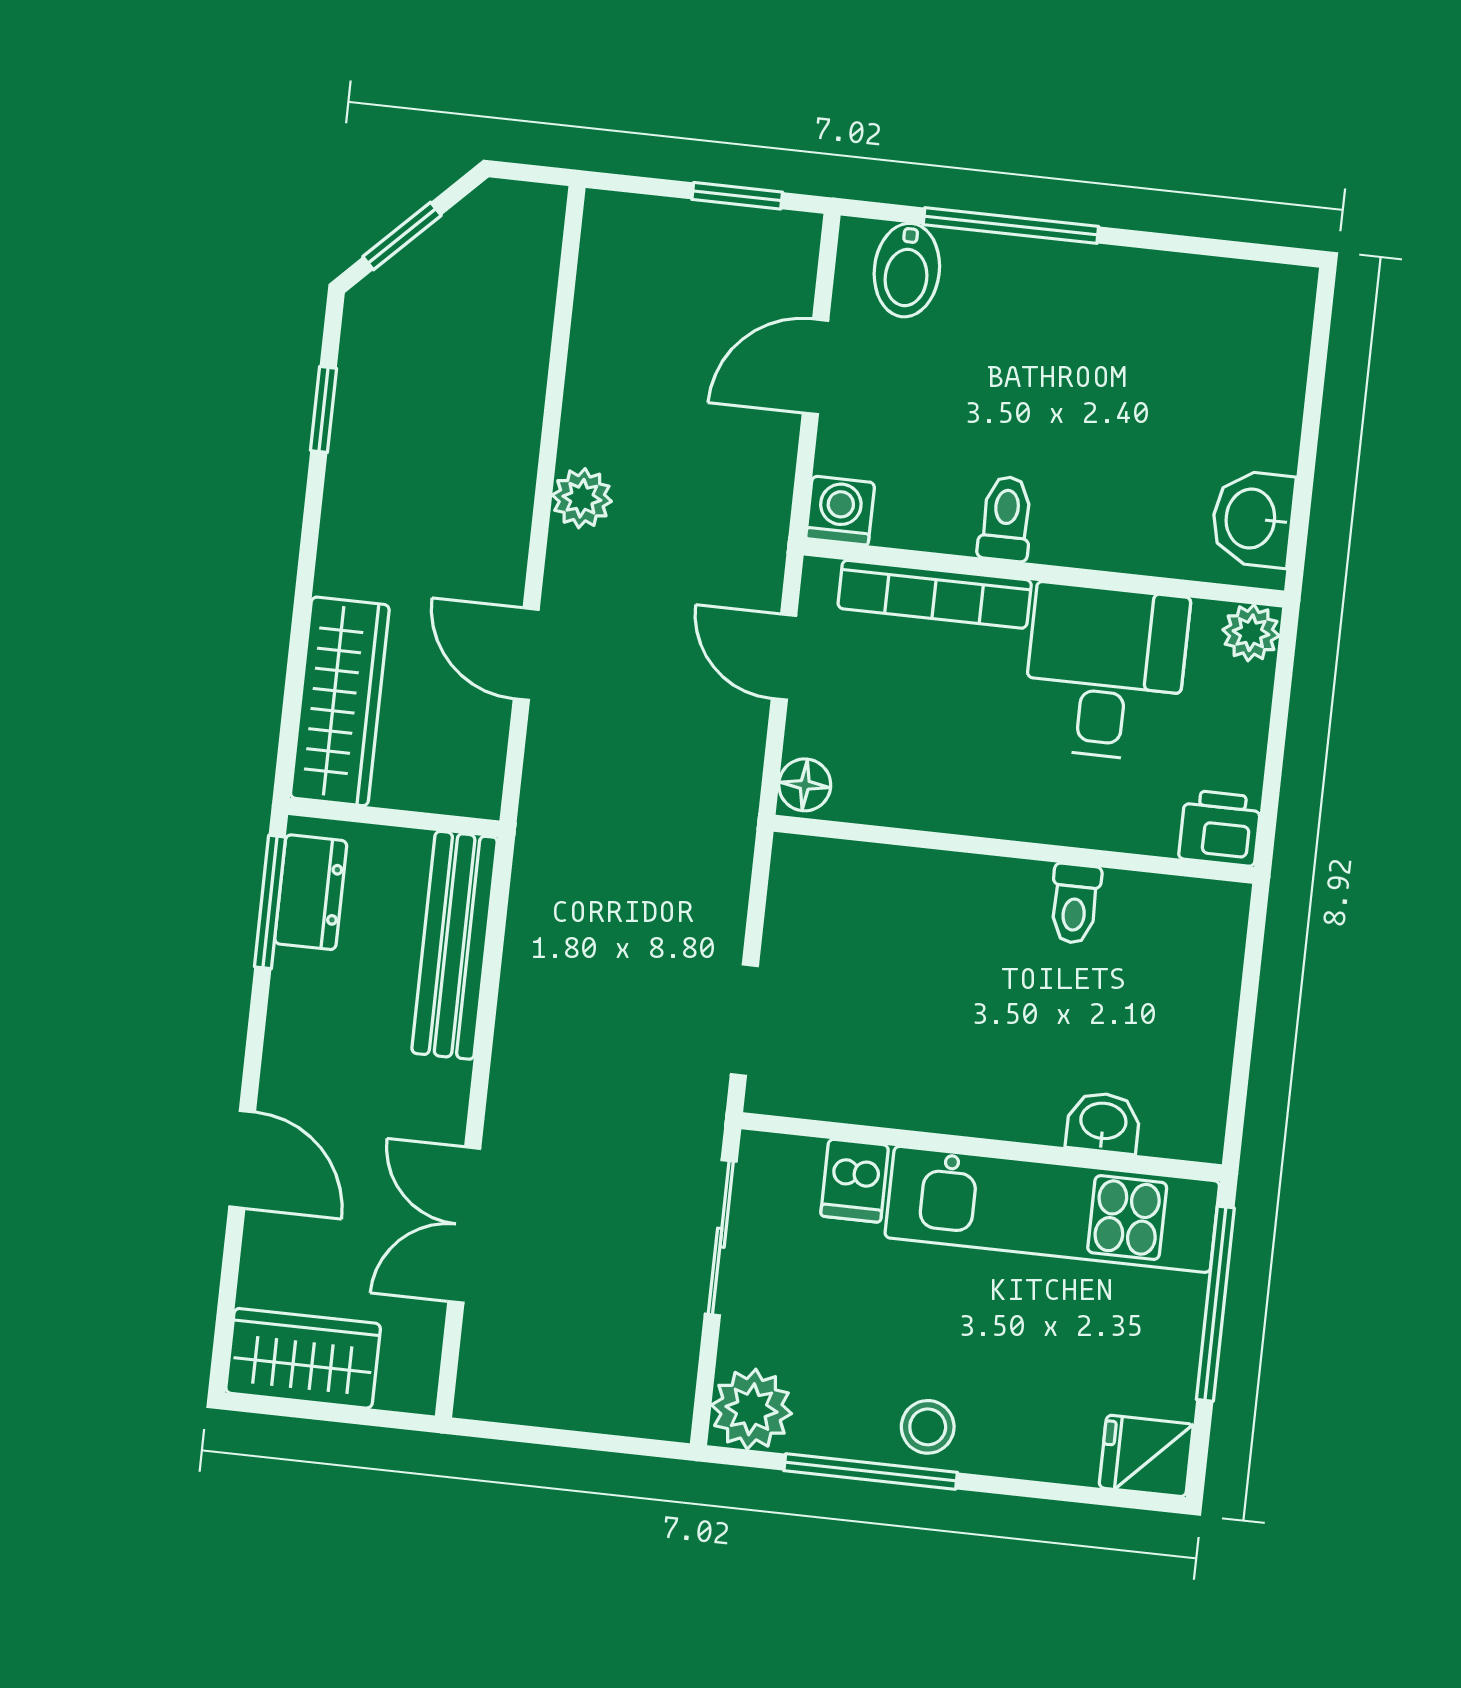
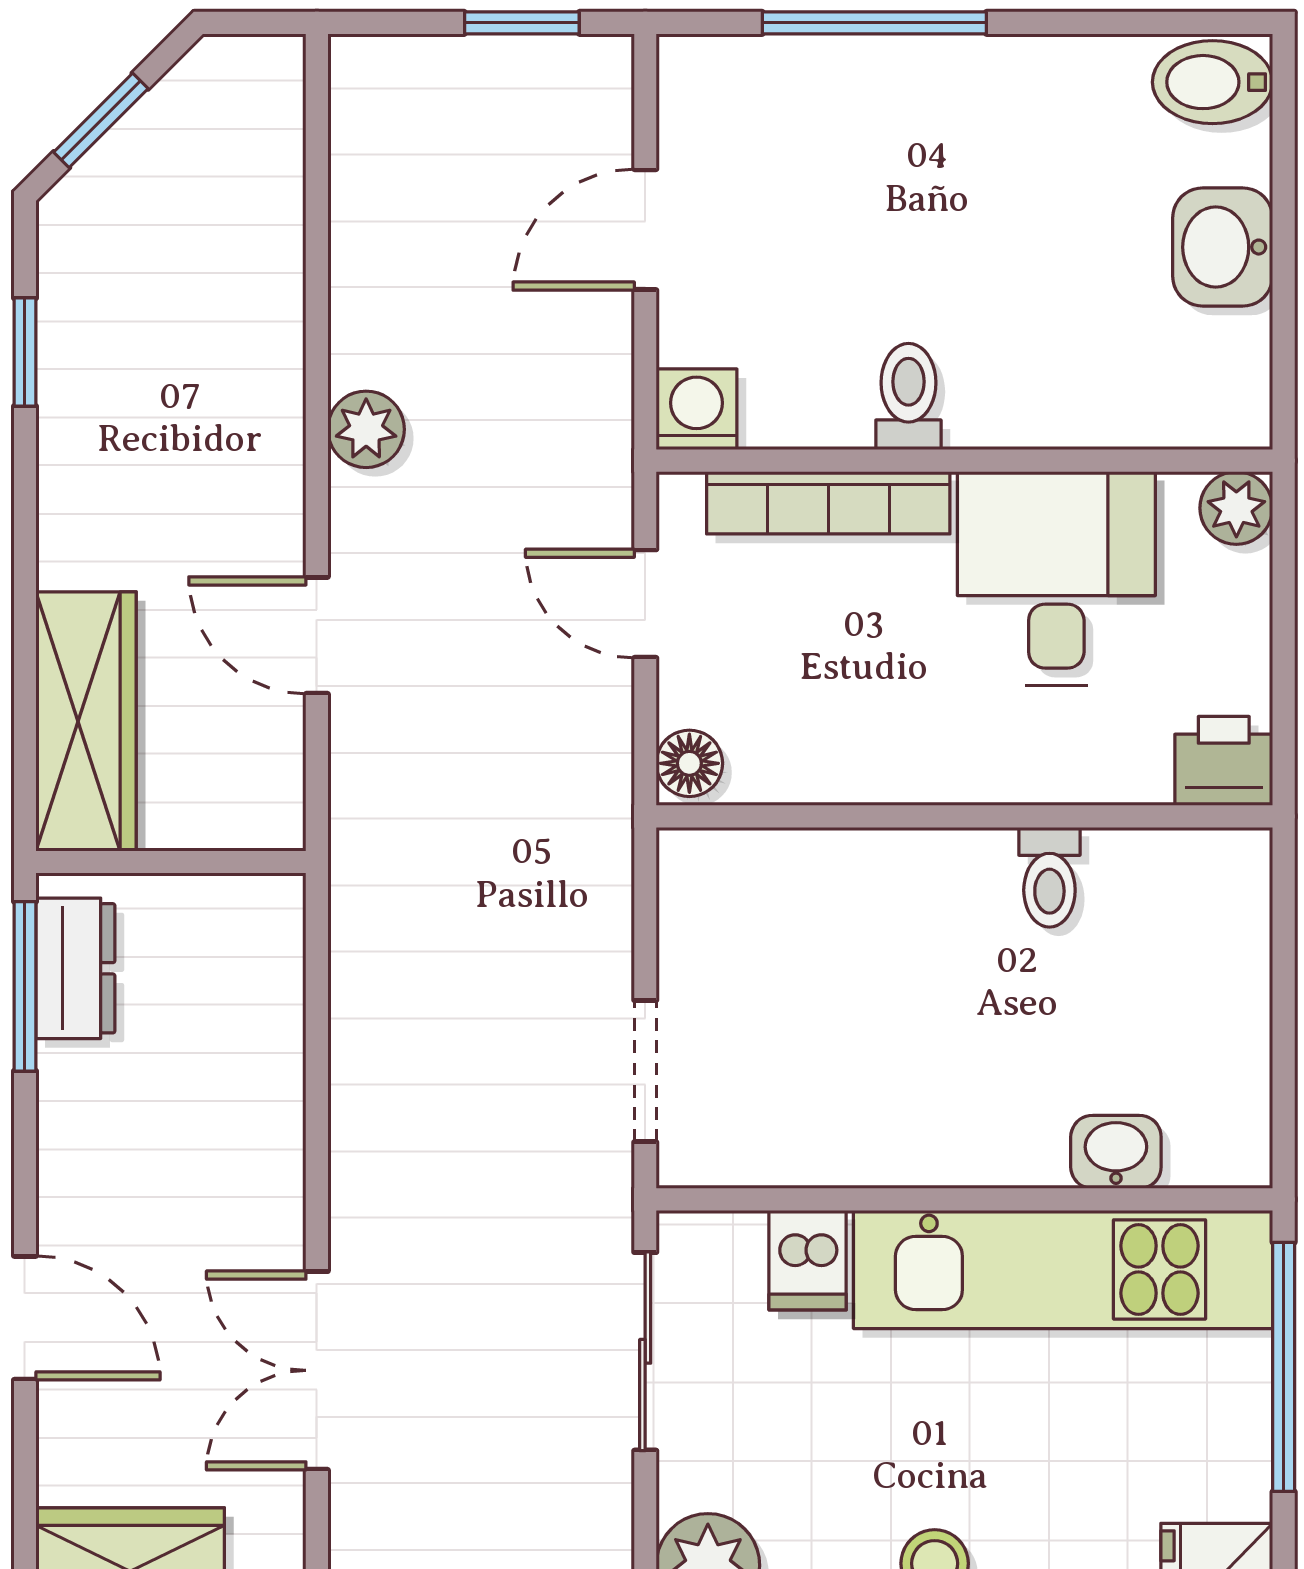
bidet: (907, 270) -> (1213, 82), moved, turned 90
washbasin: (1253, 519) -> (1223, 247), moved
bench: (455, 945) -> (266, 1016), removed

